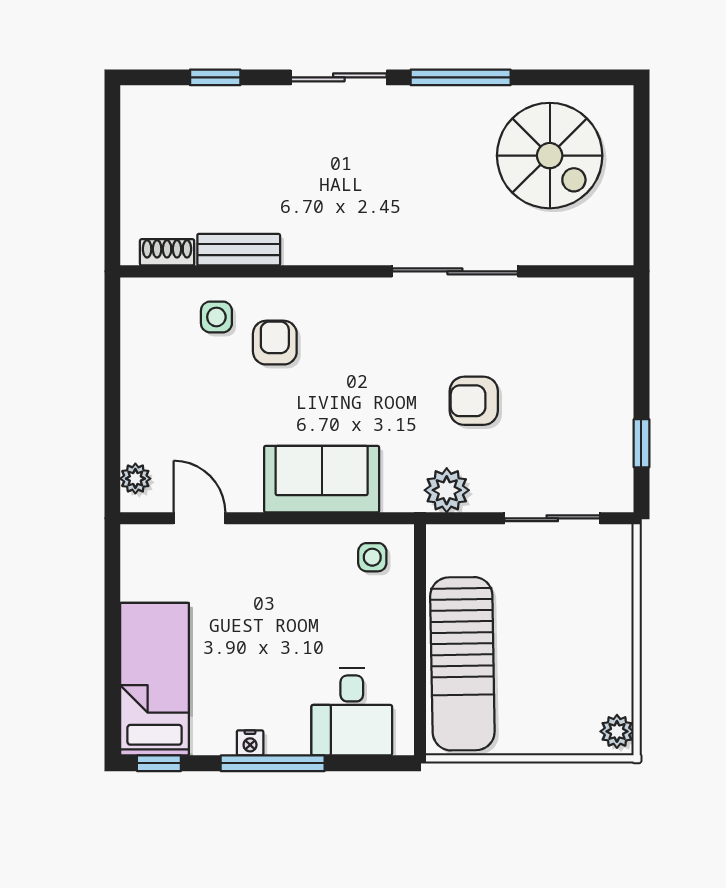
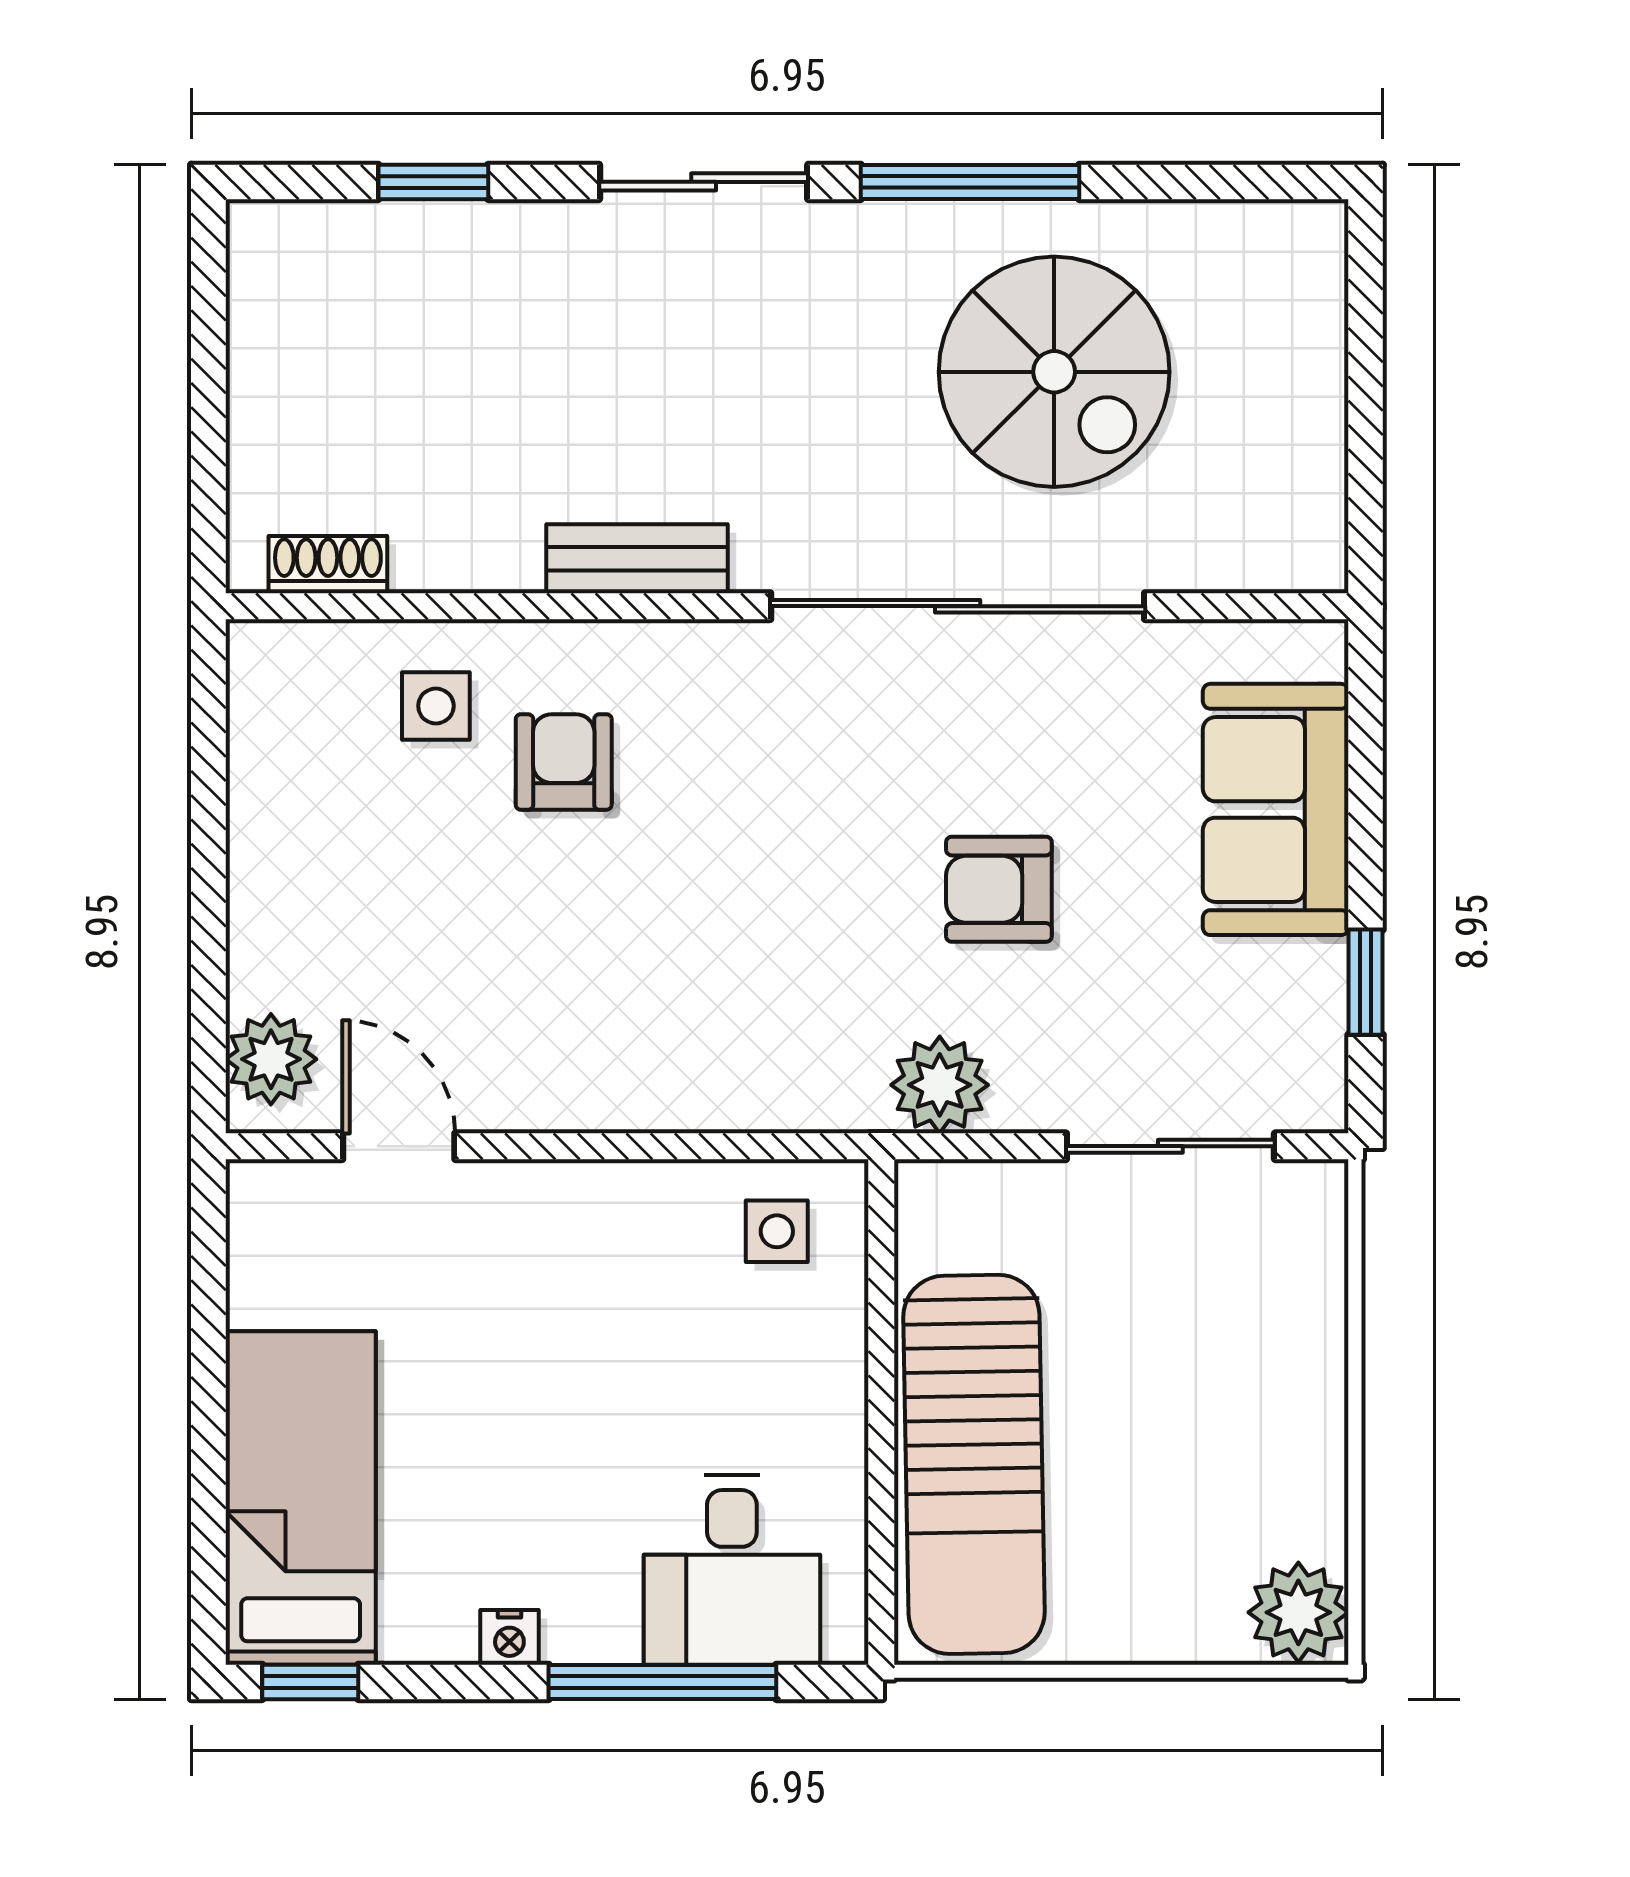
spiral stairs: (550, 156) -> (1054, 372), moved
bench: (239, 250) -> (637, 559), moved
sliding door: (455, 271) -> (958, 606), width x1.36
plant: (135, 479) -> (271, 1059), width x1.38, depth x1.38
sofa: (322, 479) -> (1276, 809), moved, turned -90
plant: (617, 731) -> (1298, 1612), width x1.38, depth x1.38
window: (273, 763) -> (662, 1682), moved

